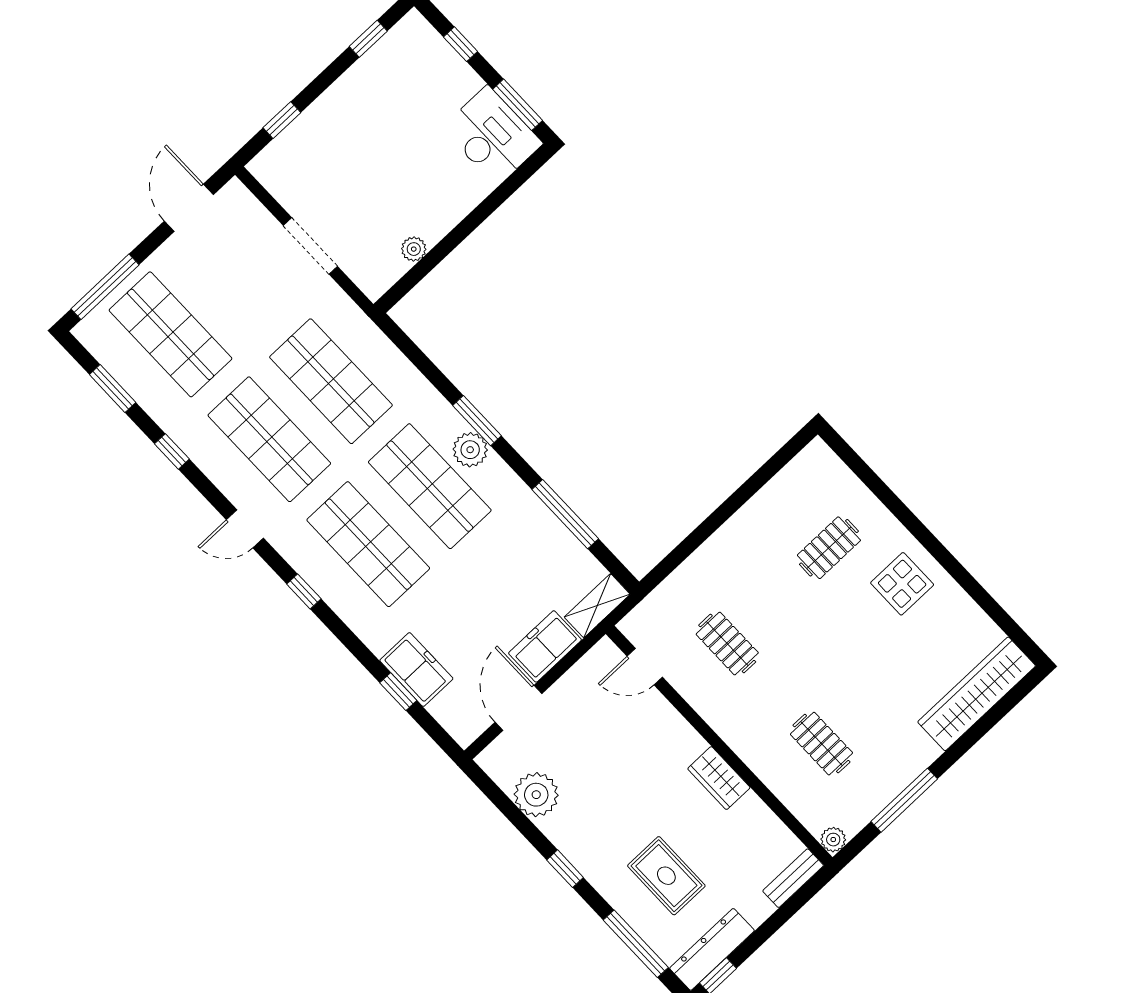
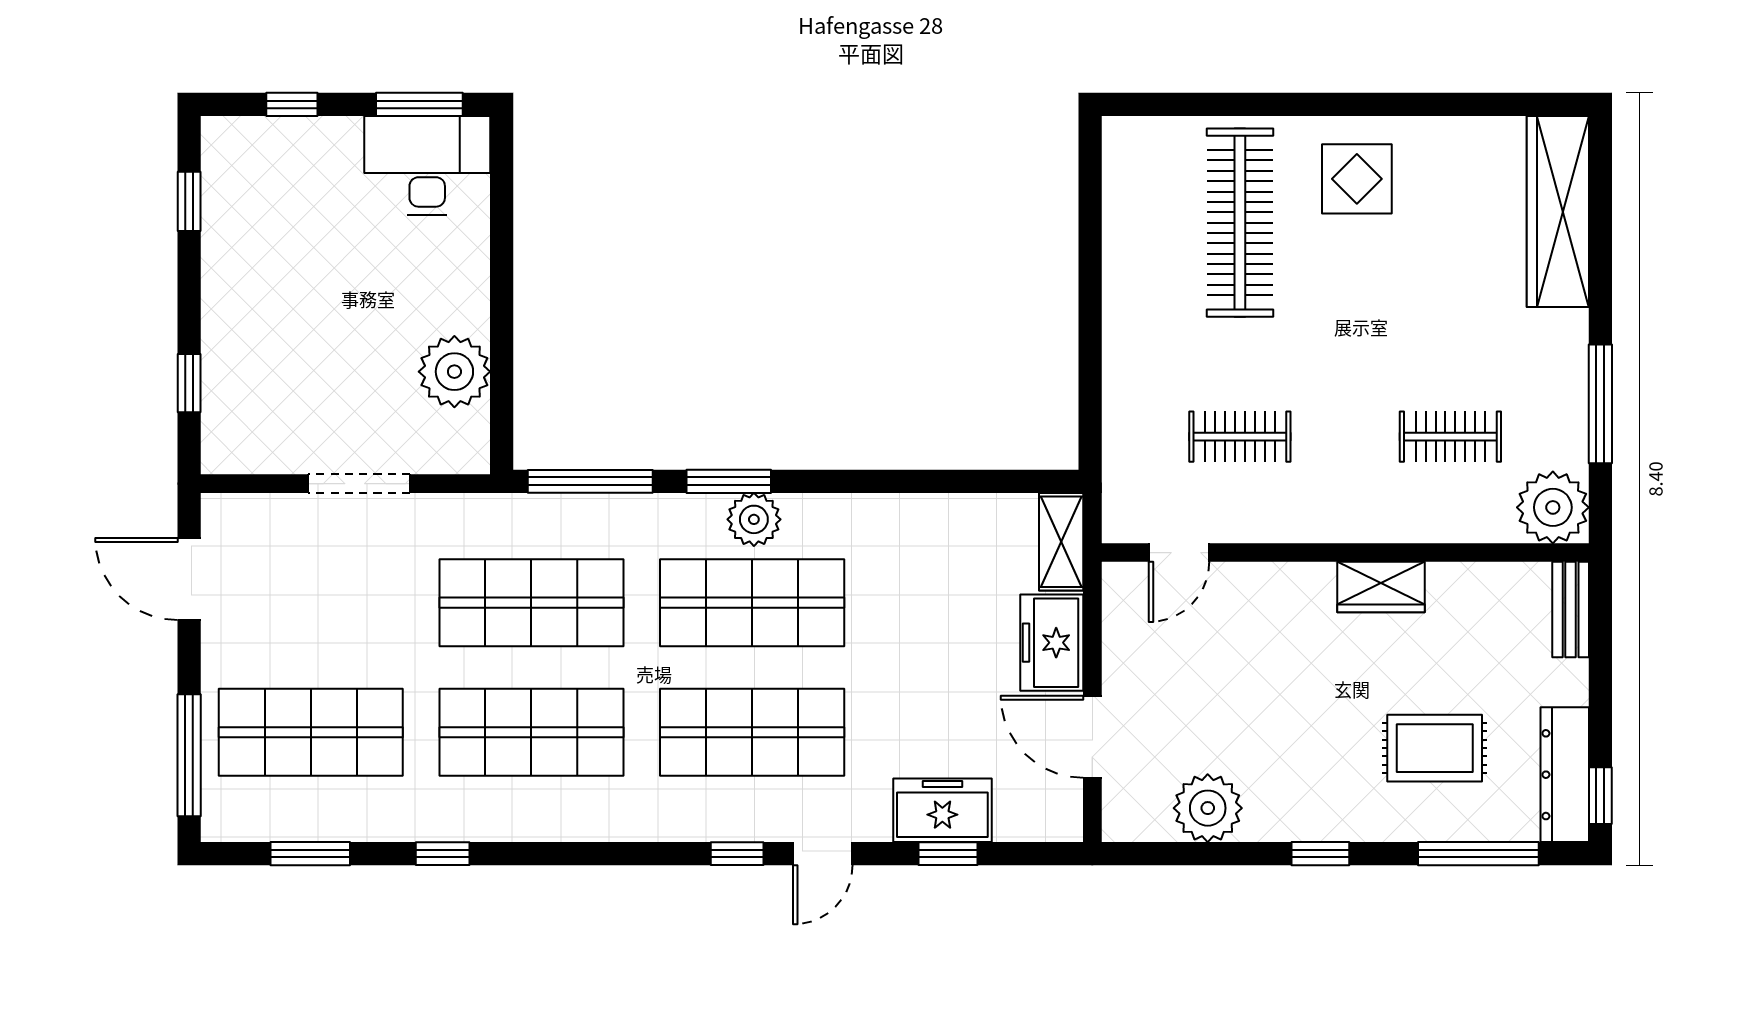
plant: (414, 249) -> (454, 372), width x1.87, depth x1.87
window: (565, 514) -> (590, 481), moved
door: (245, 529) -> (823, 854), moved
clothes rail: (829, 548) -> (1240, 223), width x1.86, depth x1.31
plant: (833, 840) -> (1553, 507), width x1.88, depth x1.88

